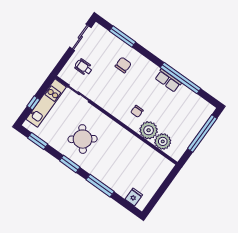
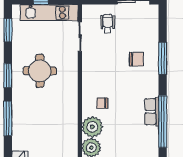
window: (123, 36) -> (163, 58), moved
round table: (83, 139) -> (40, 71), turned 37

